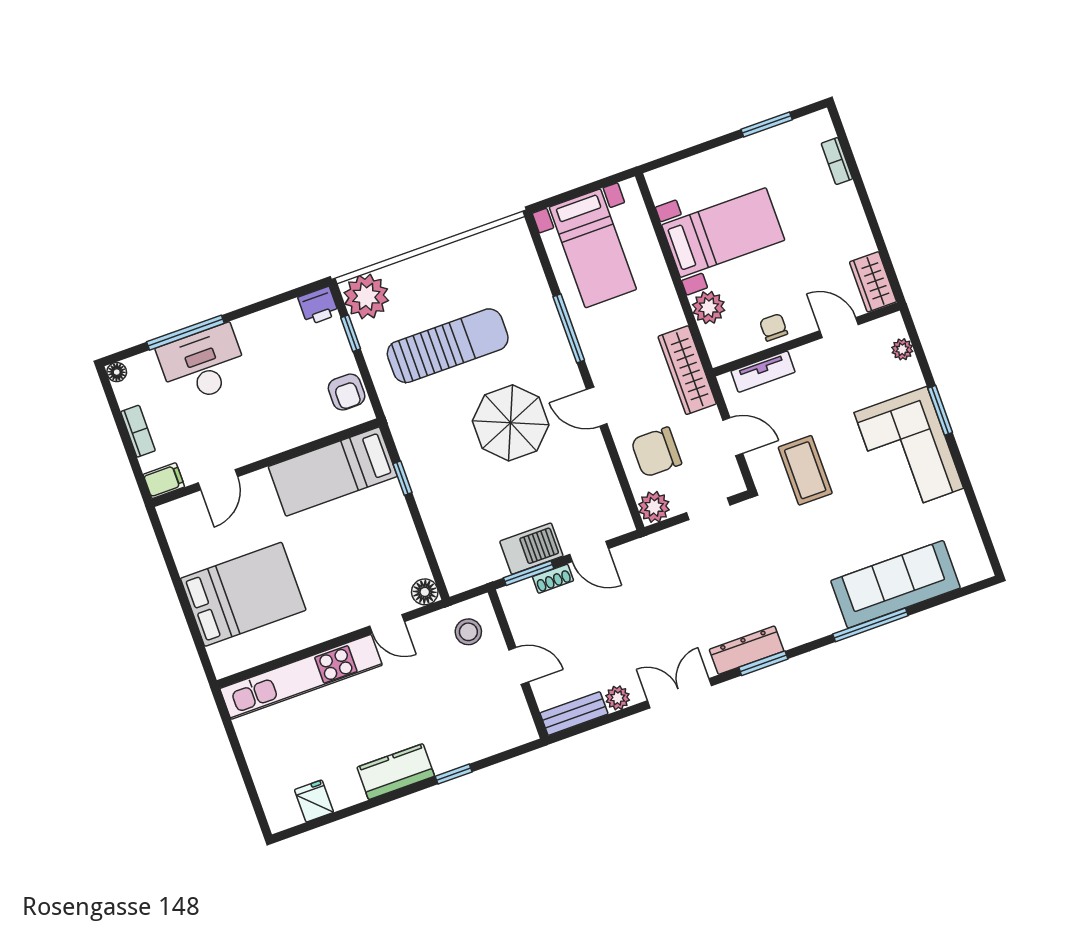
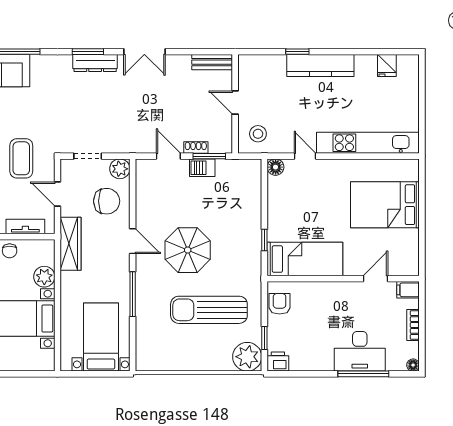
barbecue: (531, 549) -> (202, 168), width x0.73, depth x0.79
plant: (618, 698) -> (183, 62), removed
kitchen counter: (396, 772) -> (320, 66), width x1.50

